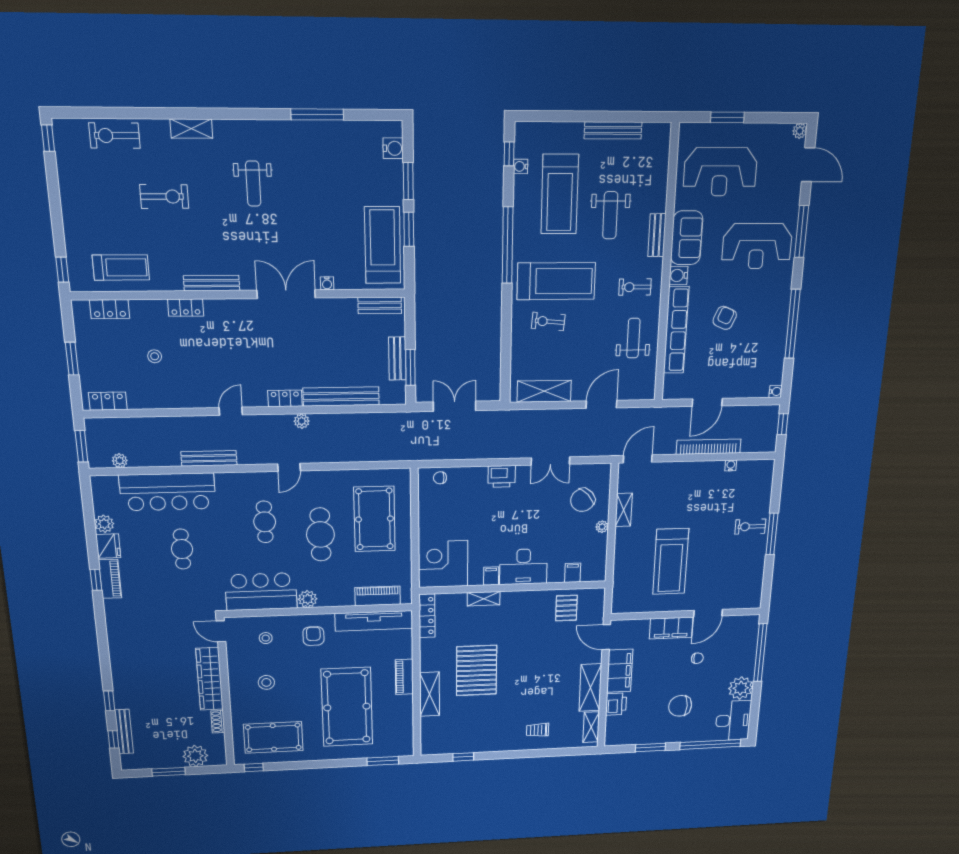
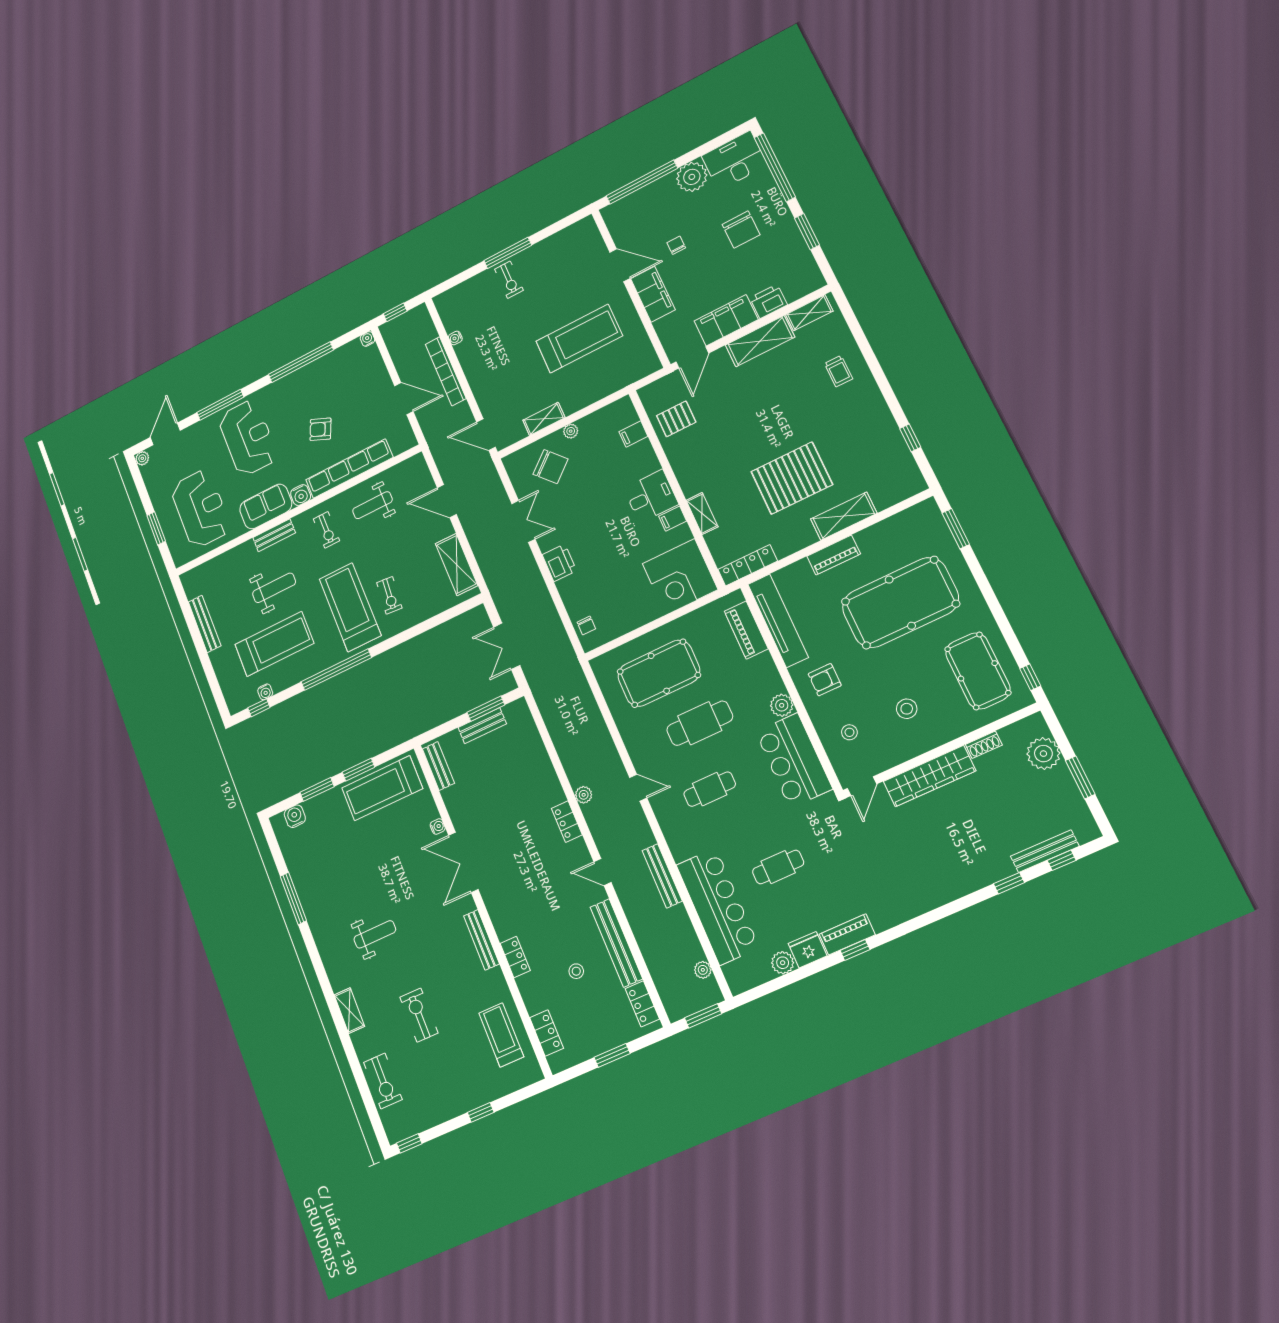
window: (62, 270) -> (481, 1112), moved
bench: (341, 396) -> (616, 943), moved
desk: (523, 567) -> (651, 496), width x0.73

